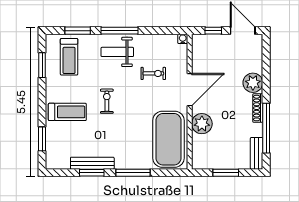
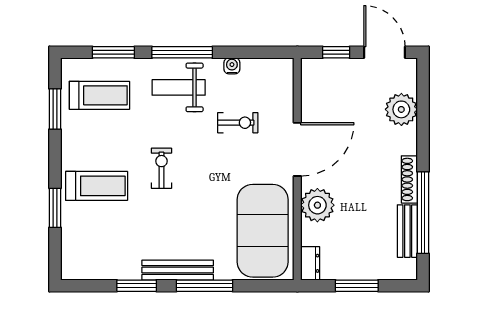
water cooler: (183, 39) -> (232, 66), moved
treadmill: (69, 57) -> (99, 95), turned -90
plant: (253, 83) -> (401, 109), moved
window: (42, 139) -> (55, 208), moved
bench: (257, 153) -> (407, 231), moved
dresser: (197, 159) -> (310, 263), added
bench: (92, 163) -> (178, 270), moved

